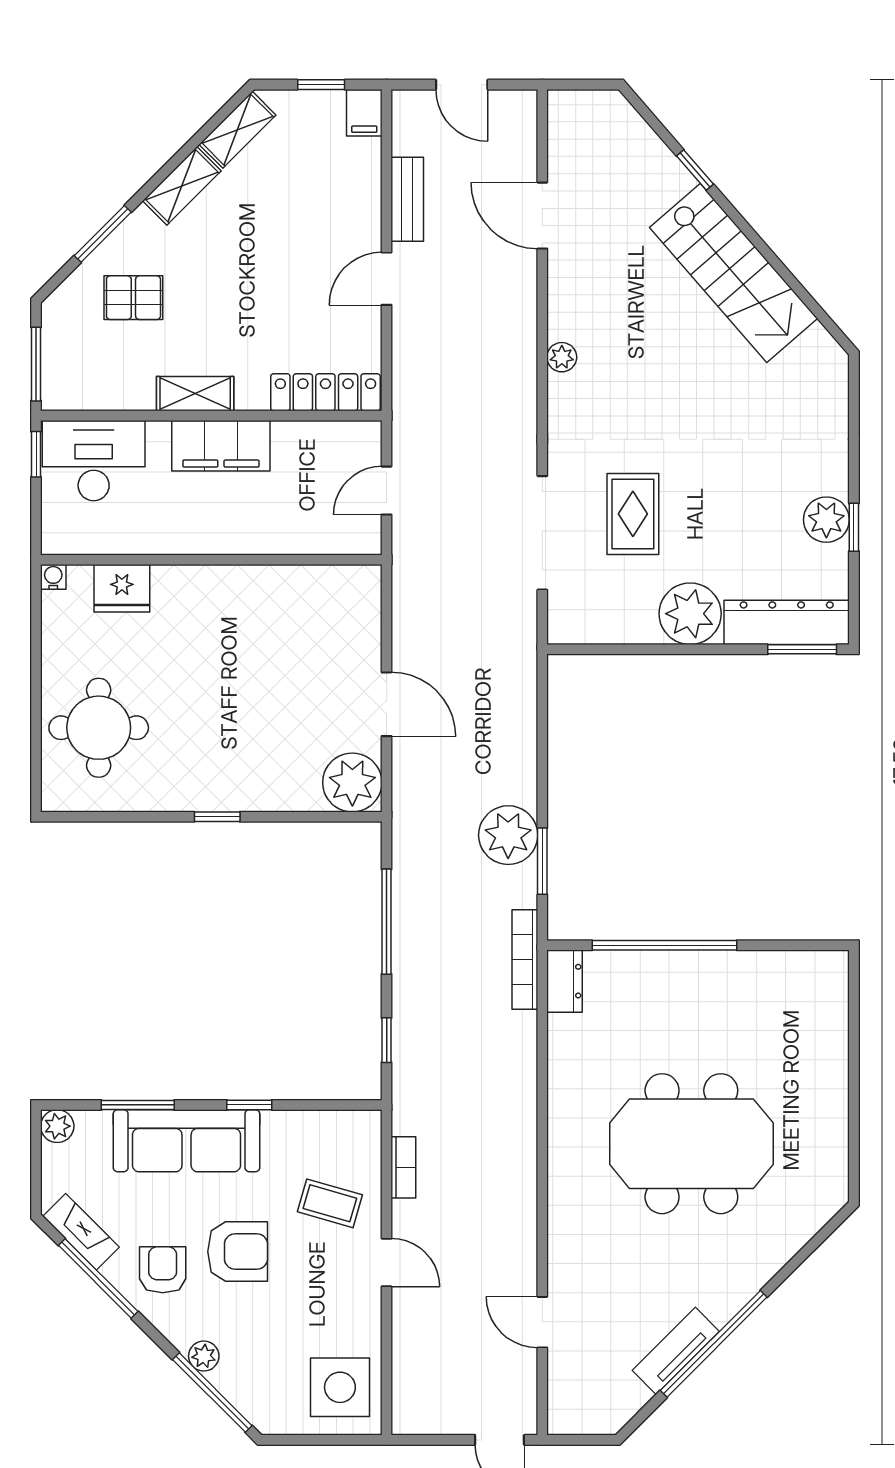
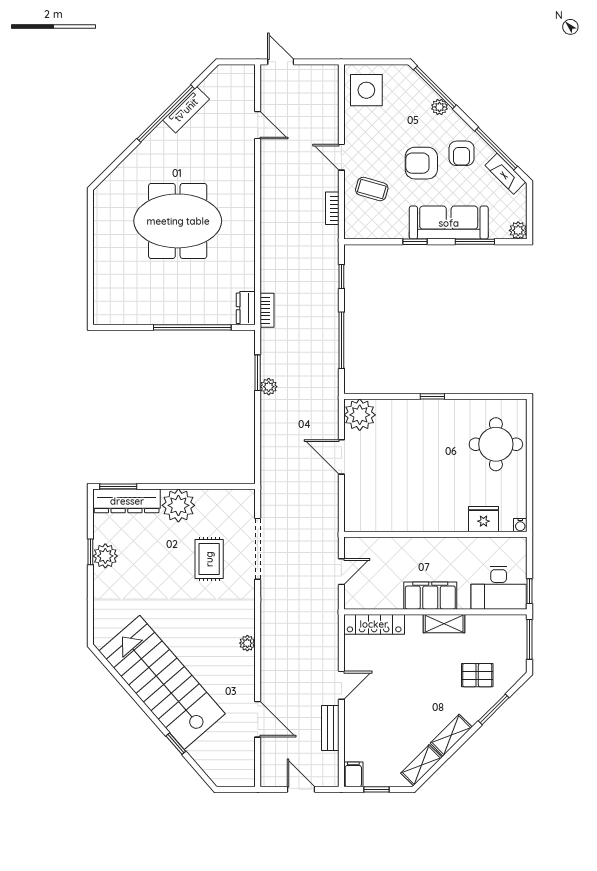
stairs: (734, 273) -> (162, 682), width x1.36, depth x1.51
plant: (508, 835) -> (269, 387), width x0.53, depth x0.53
bookcase: (525, 959) -> (267, 310), width x0.64

